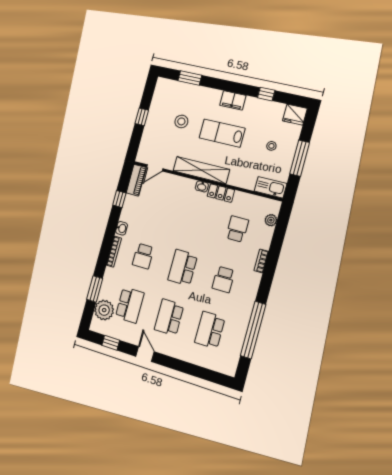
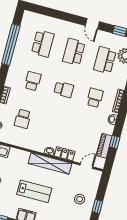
stool: (181, 121) -> (80, 199), moved
piano: (136, 180) -> (104, 146), moved
locker: (221, 193) -> (65, 154), moved
school desk: (183, 268) -> (64, 89), width x0.54
school desk: (169, 317) -> (74, 52), turned 180

